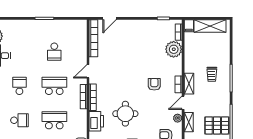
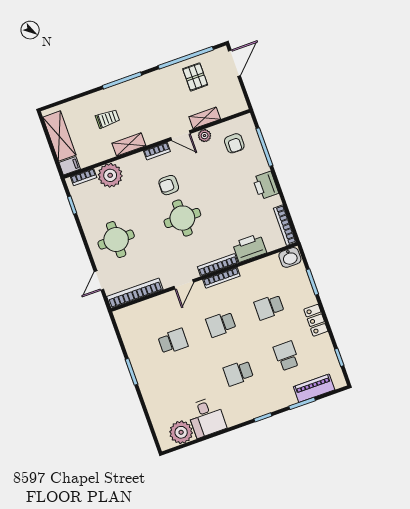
door: (110, 18) -> (99, 280), swing flipped
round table: (132, 39) -> (116, 240), added
door: (88, 71) -> (184, 284), hinge flipped
trolley: (212, 74) -> (107, 119), moved
shelving: (189, 84) -> (129, 144), moved
school desk: (54, 86) -> (221, 324), width x0.54
round table: (125, 114) -> (182, 218), moved
school desk: (54, 120) -> (269, 307), width x0.54
pallet: (217, 125) -> (195, 77), width x0.67, depth x0.71

